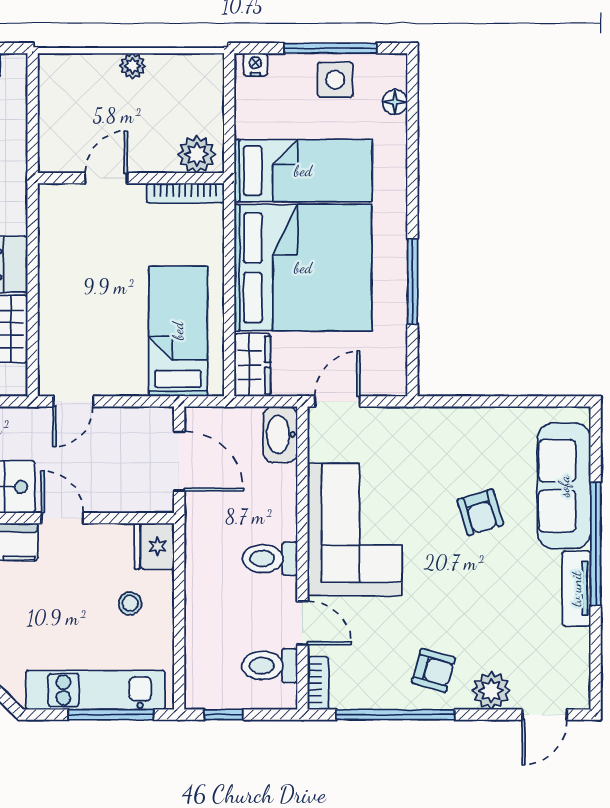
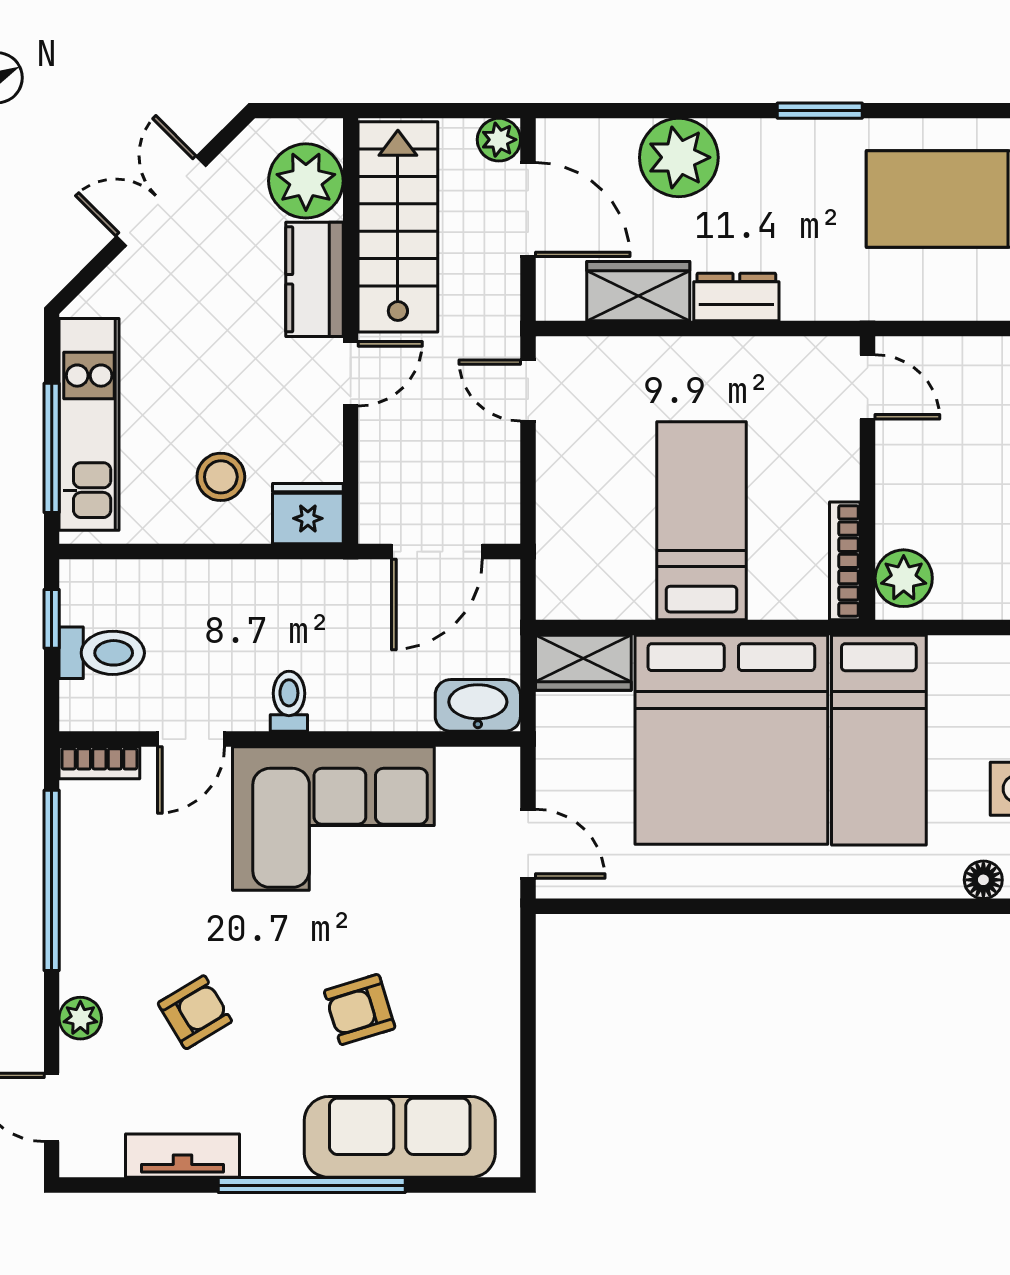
door: (106, 178) -> (868, 387), moved
window: (412, 282) -> (710, 906), removed
bed: (178, 331) -> (701, 521), moved, turned -90
door: (337, 401) -> (528, 844), moved
toilet: (270, 559) -> (289, 701), width x0.73, depth x0.72
tv unit: (576, 589) -> (183, 1156), moved
stool: (130, 603) -> (221, 477), width x1.37, depth x1.37
toilet: (270, 666) -> (102, 653), moved, turned 90
armchair: (433, 670) -> (195, 1012), moved, turned -137
plant: (491, 691) -> (80, 1018), width x0.73, depth x0.73

